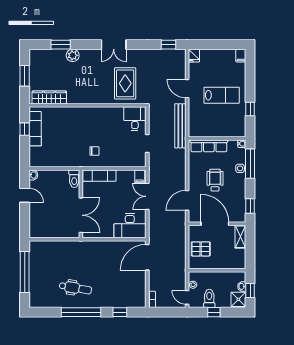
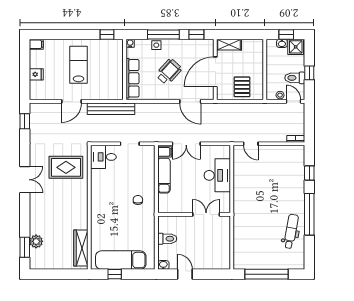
window: (61, 45) -> (25, 247), moved
plant: (73, 55) -> (36, 241), moved
fridge: (194, 56) -> (36, 74), moved
window: (25, 76) -> (58, 274), removed
window: (250, 109) -> (107, 34), moved
exam couch: (35, 129) -> (121, 260), width x1.36, depth x1.45
window: (250, 164) -> (163, 34), moved
exam couch: (99, 176) -> (164, 176), moved
toilet: (74, 179) -> (167, 239), moved
wheelchair: (215, 180) -> (169, 72), turned 132
door: (25, 195) -> (185, 274), hinge flipped
double door: (81, 215) -> (206, 214), width x0.73
desk: (130, 226) -> (217, 175), moved
door: (147, 257) -> (251, 144), width x0.53
dental chair: (75, 288) -> (291, 231), moved
door: (187, 297) -> (294, 101), swing flipped

